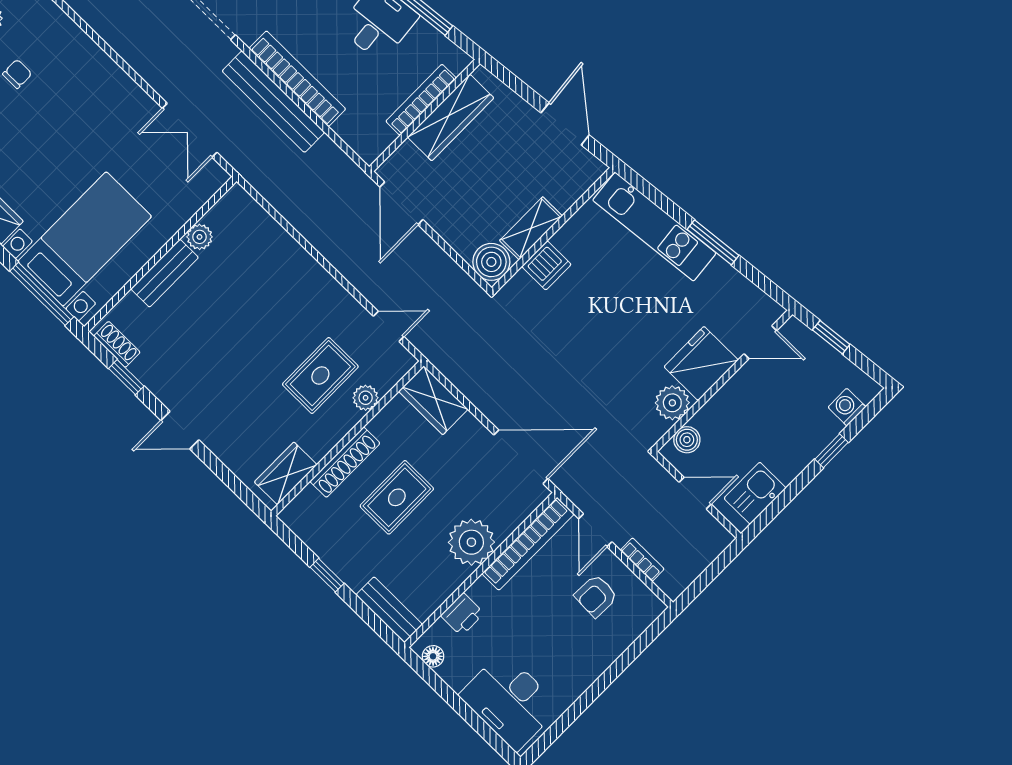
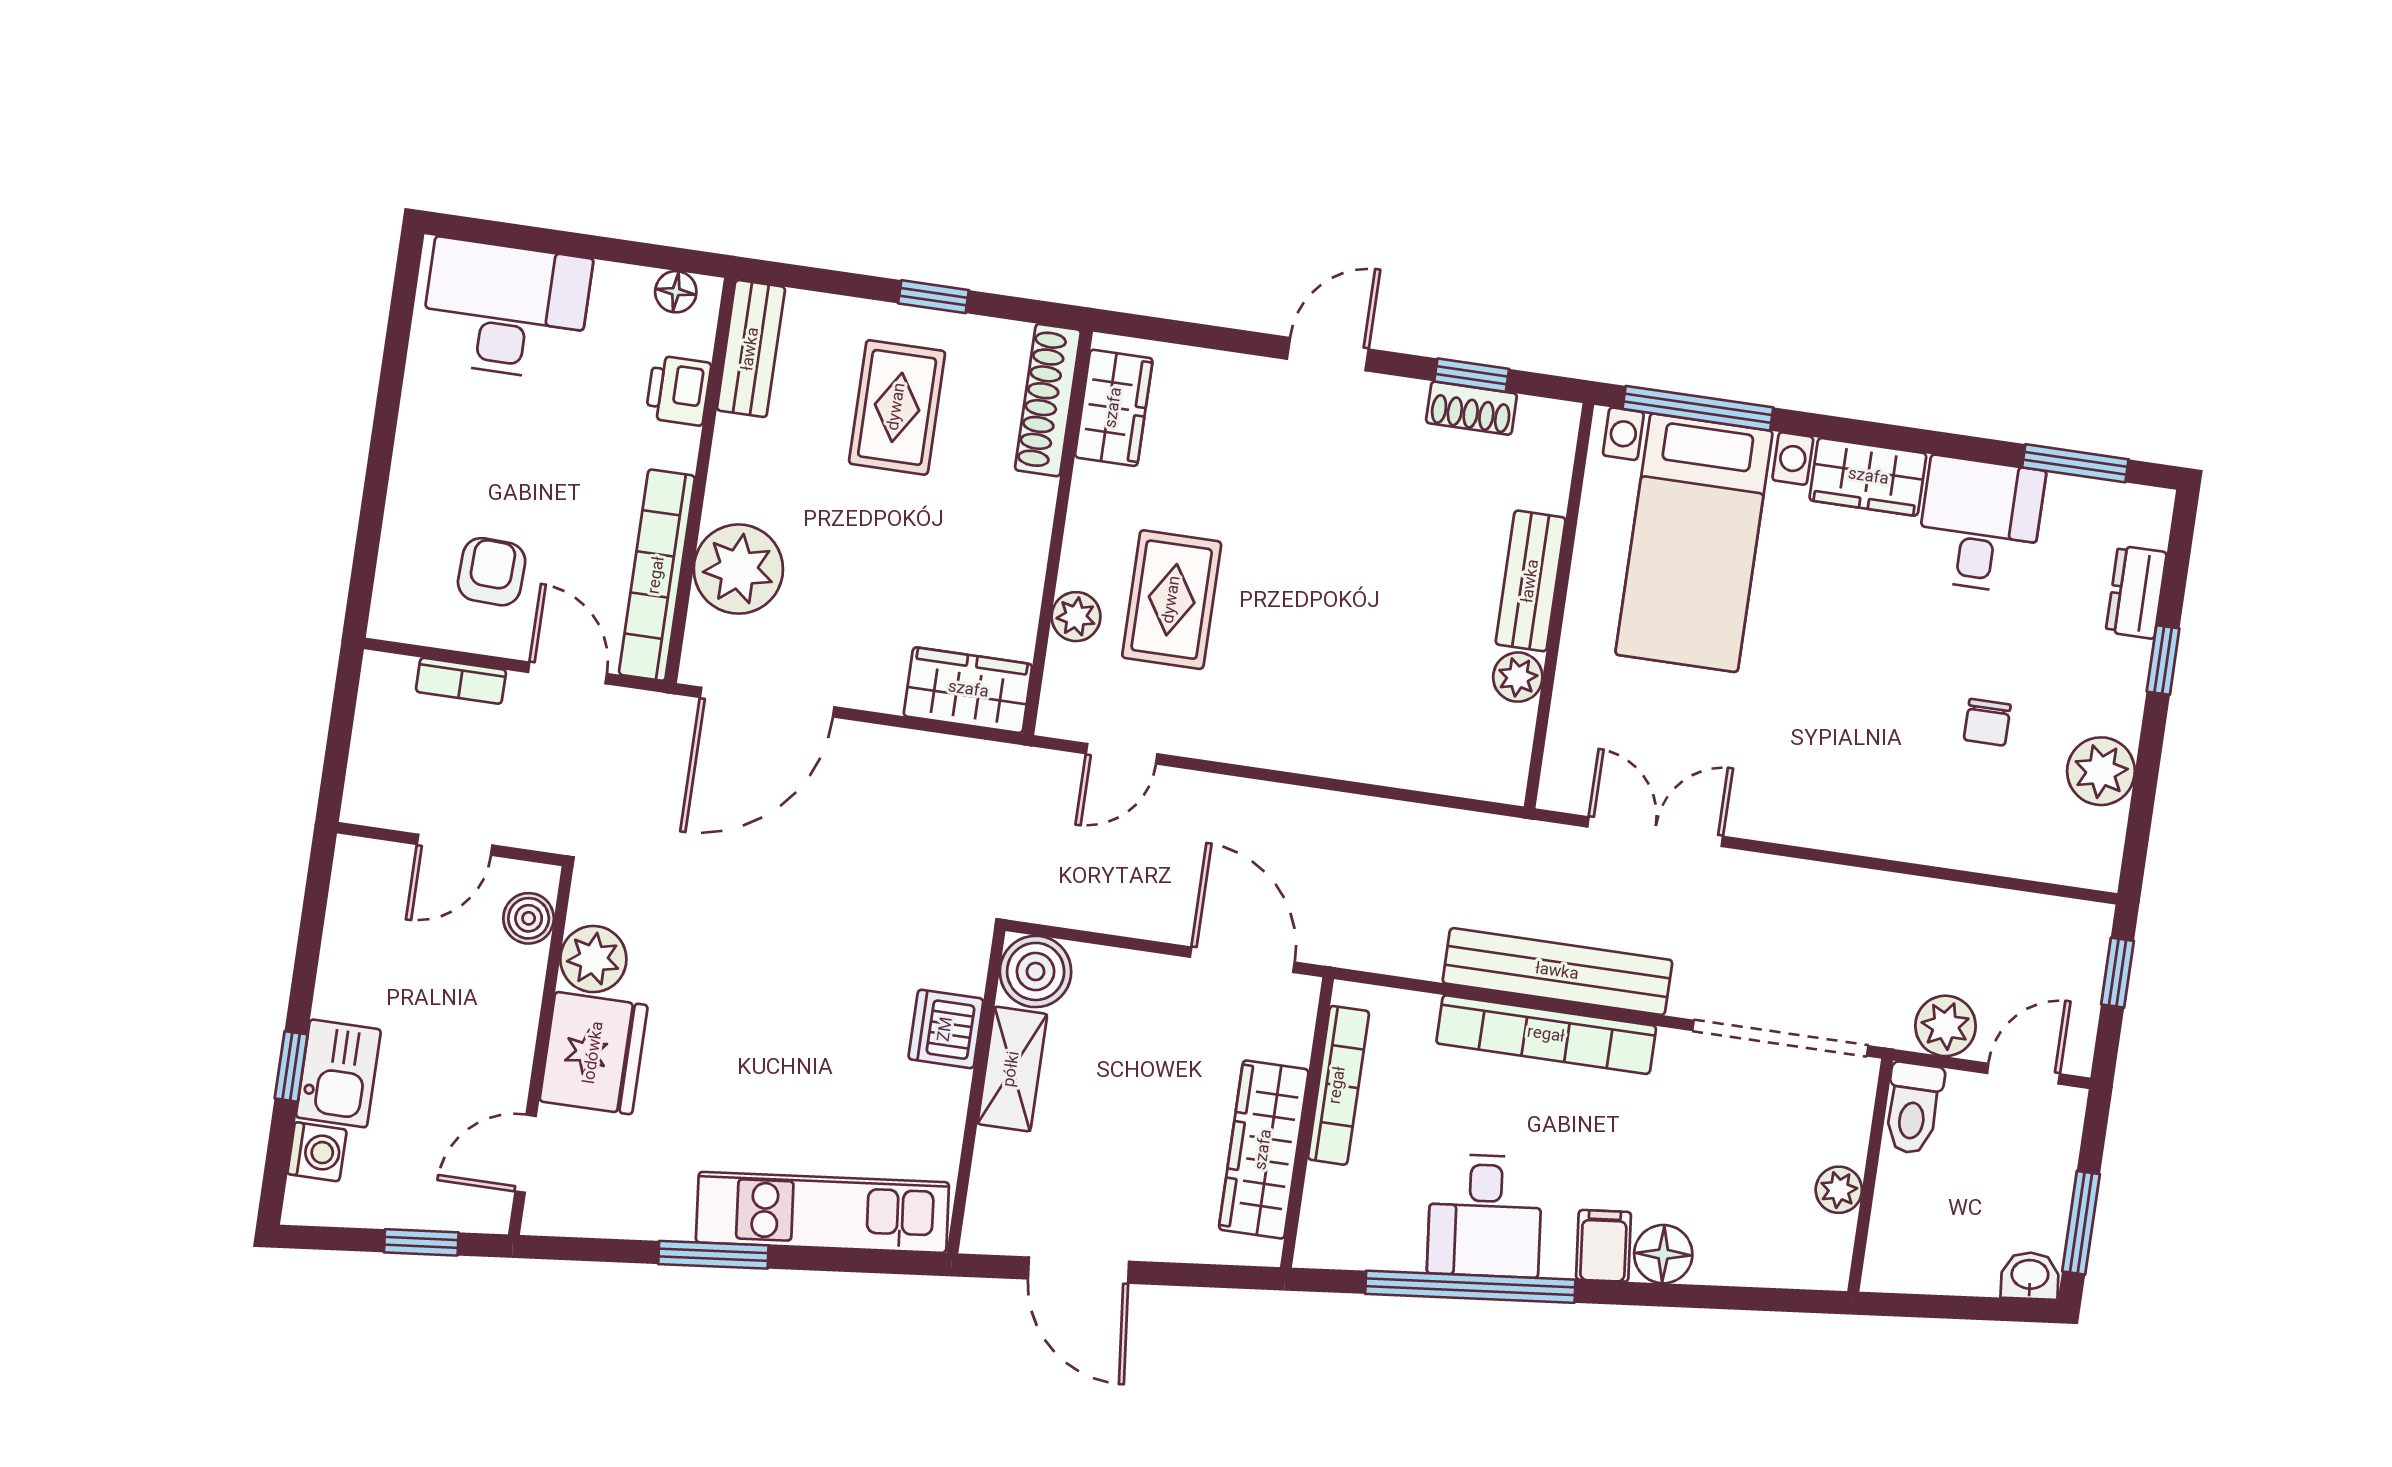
bookcase: (421, 100) -> (1338, 1085), moved
shoe rack: (117, 344) -> (1471, 408), moved
shoe rack: (345, 462) -> (1048, 400), moved
kitchen sink: (755, 493) -> (338, 1073), moved
rug: (397, 497) -> (897, 407), moved
plant: (471, 542) -> (738, 569), moved
bench: (389, 610) -> (751, 349), moved, turned 90

